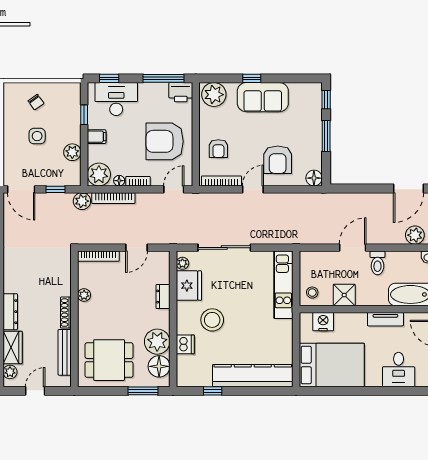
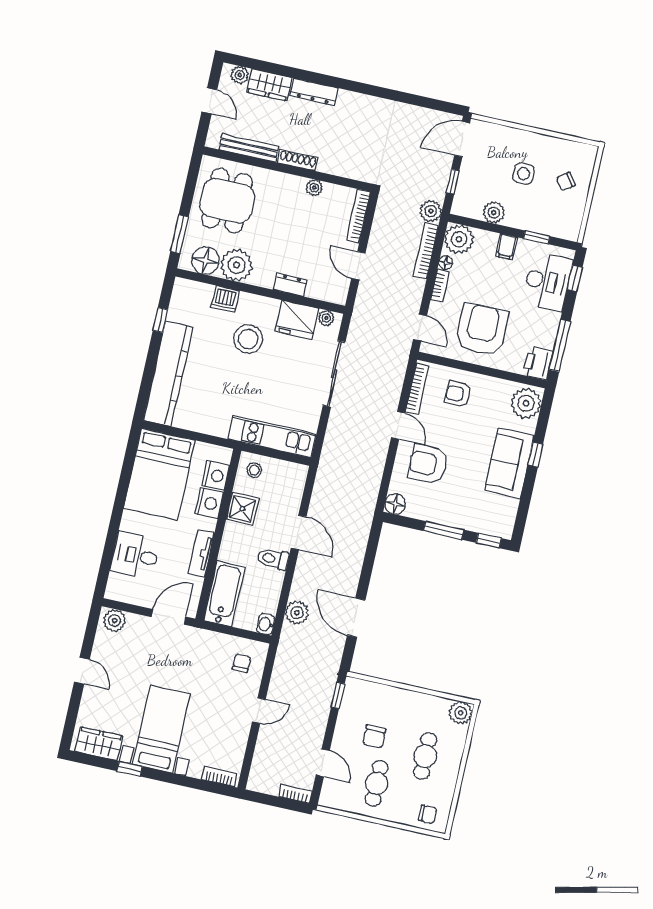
nightstand: (345, 322) -> (209, 503), added

